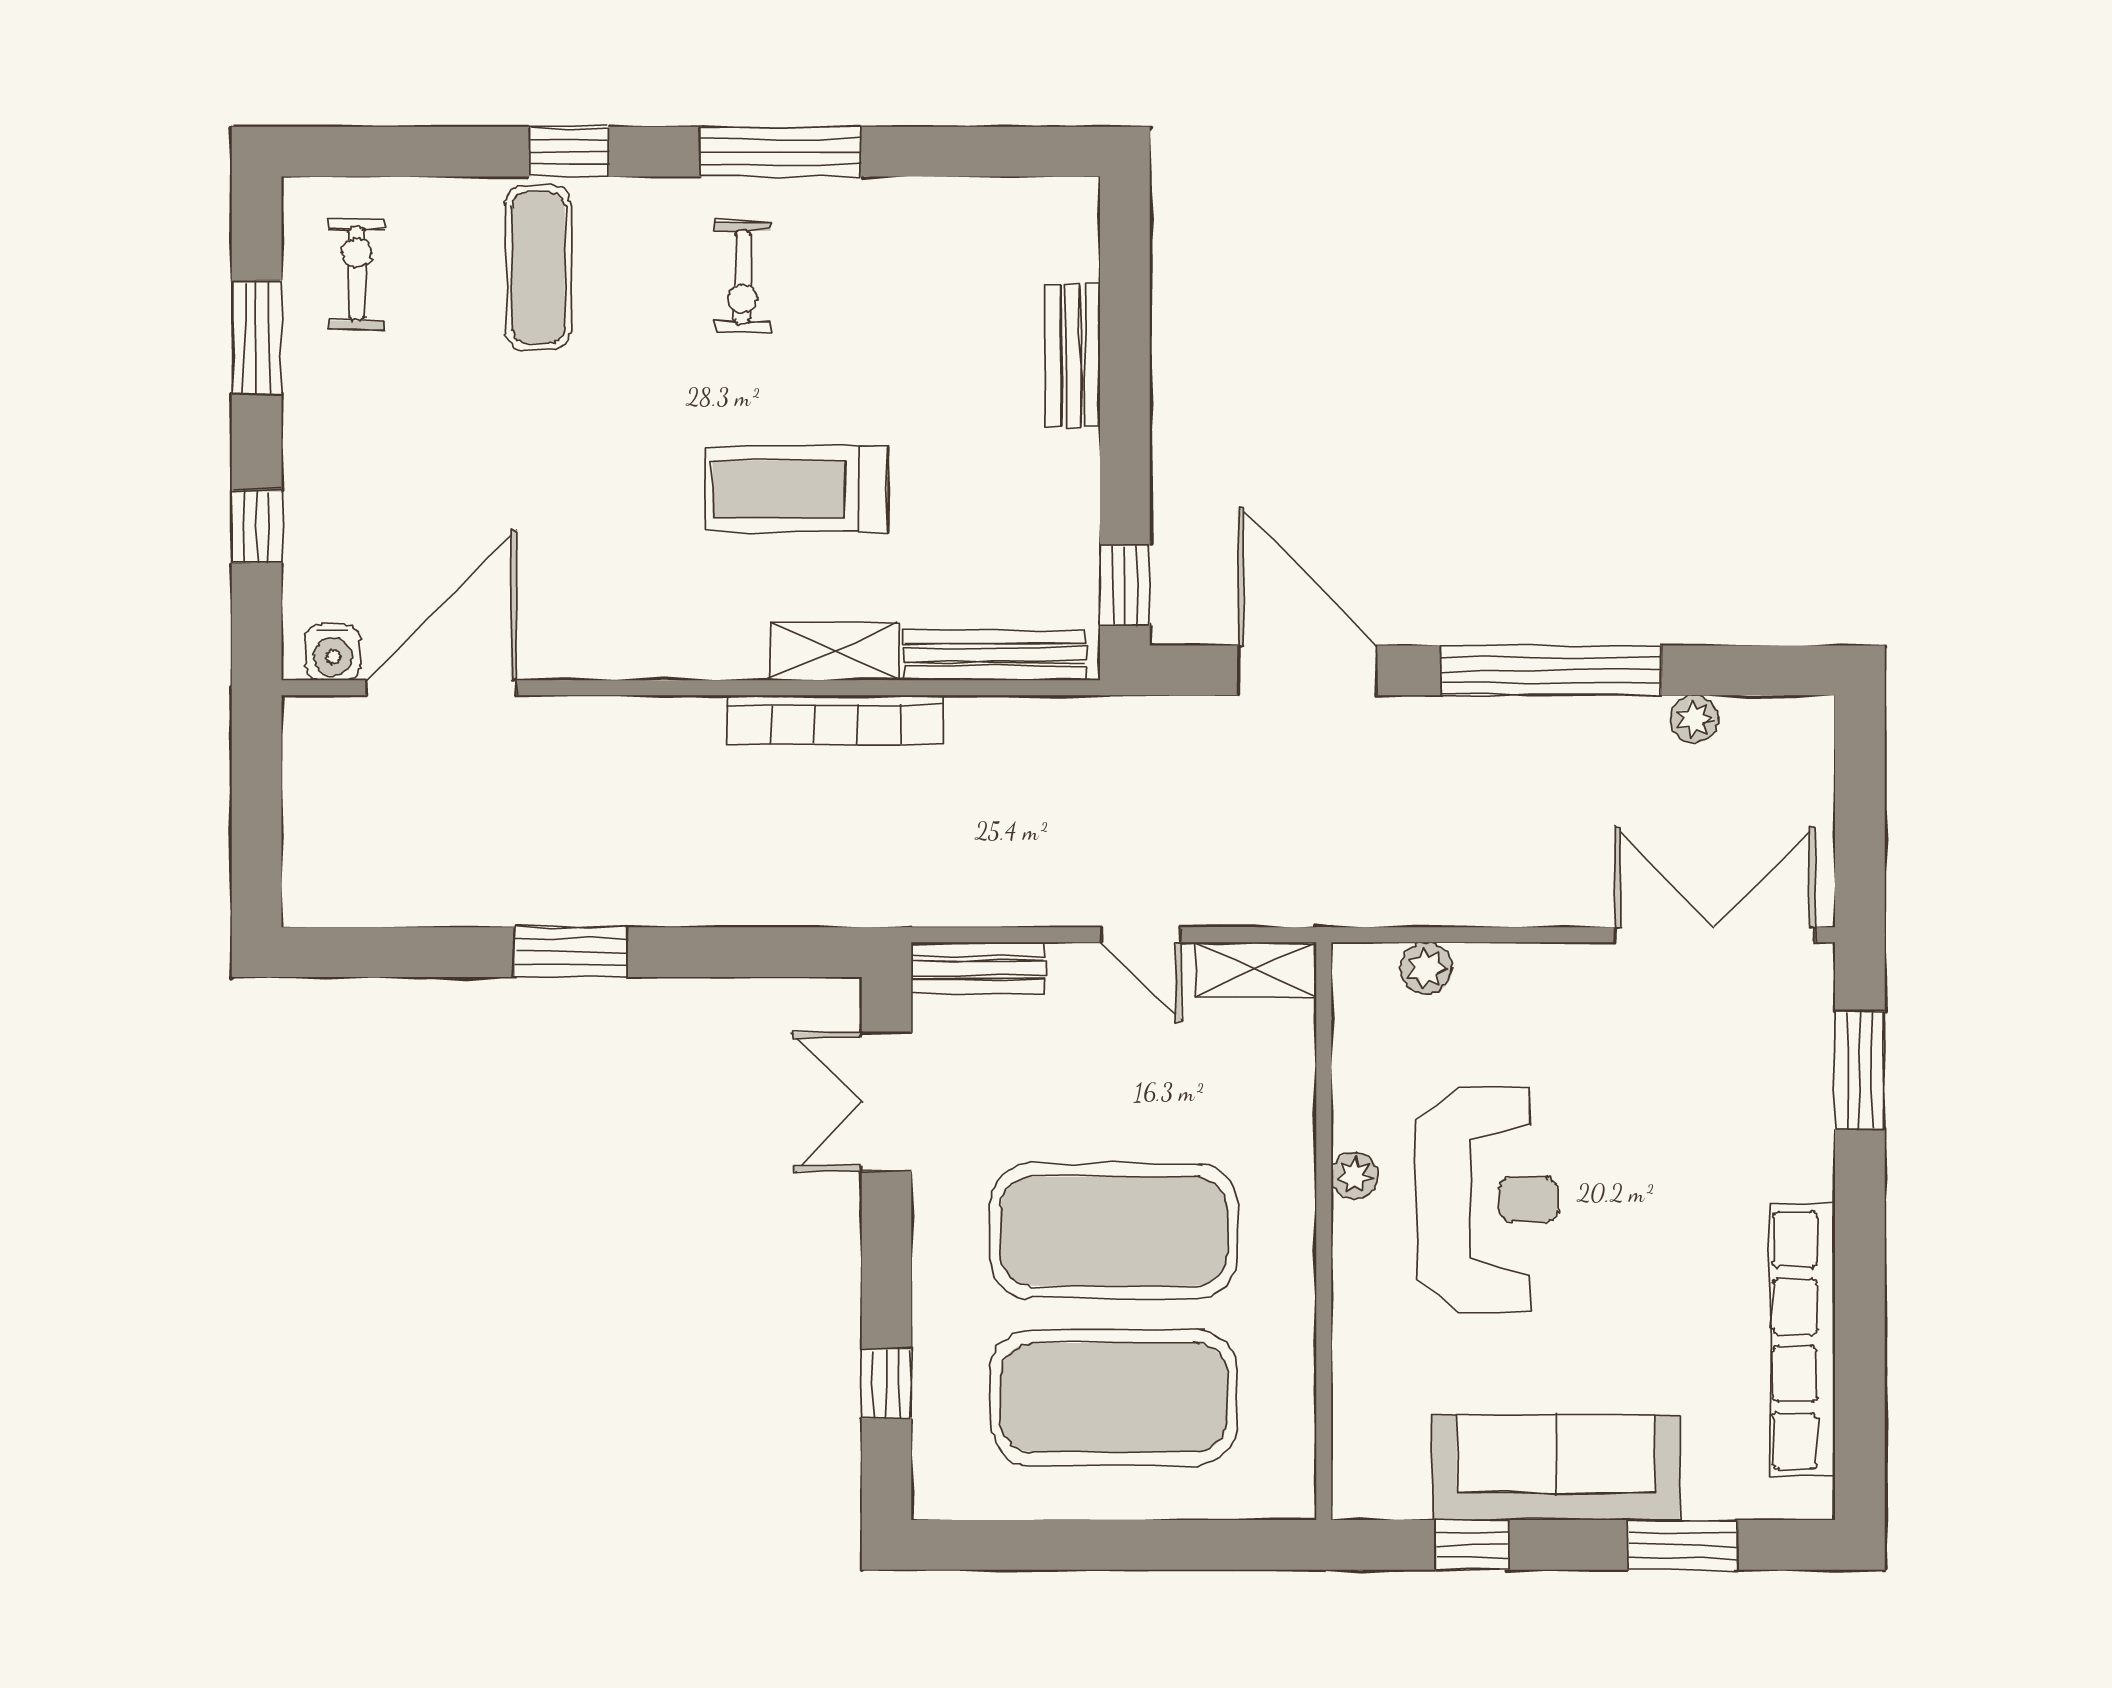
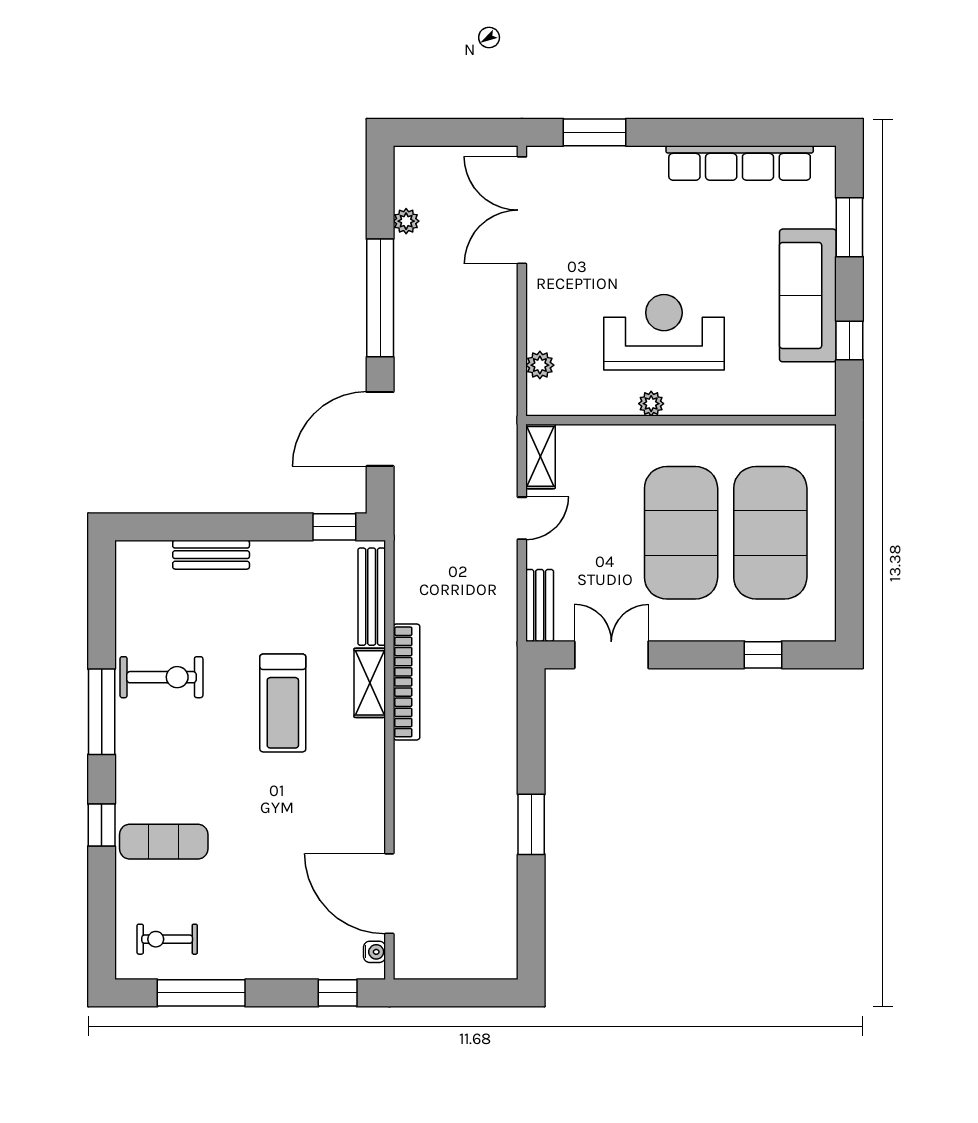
exercise bike: (743, 277) -> (161, 677), moved, width x1.38, depth x1.39
window: (257, 337) -> (201, 993), width x1.44
window: (257, 527) -> (338, 993), moved
water cooler: (333, 652) -> (374, 952), width x0.72, depth x0.72
double door: (887, 1102) -> (611, 655), swing flipped

